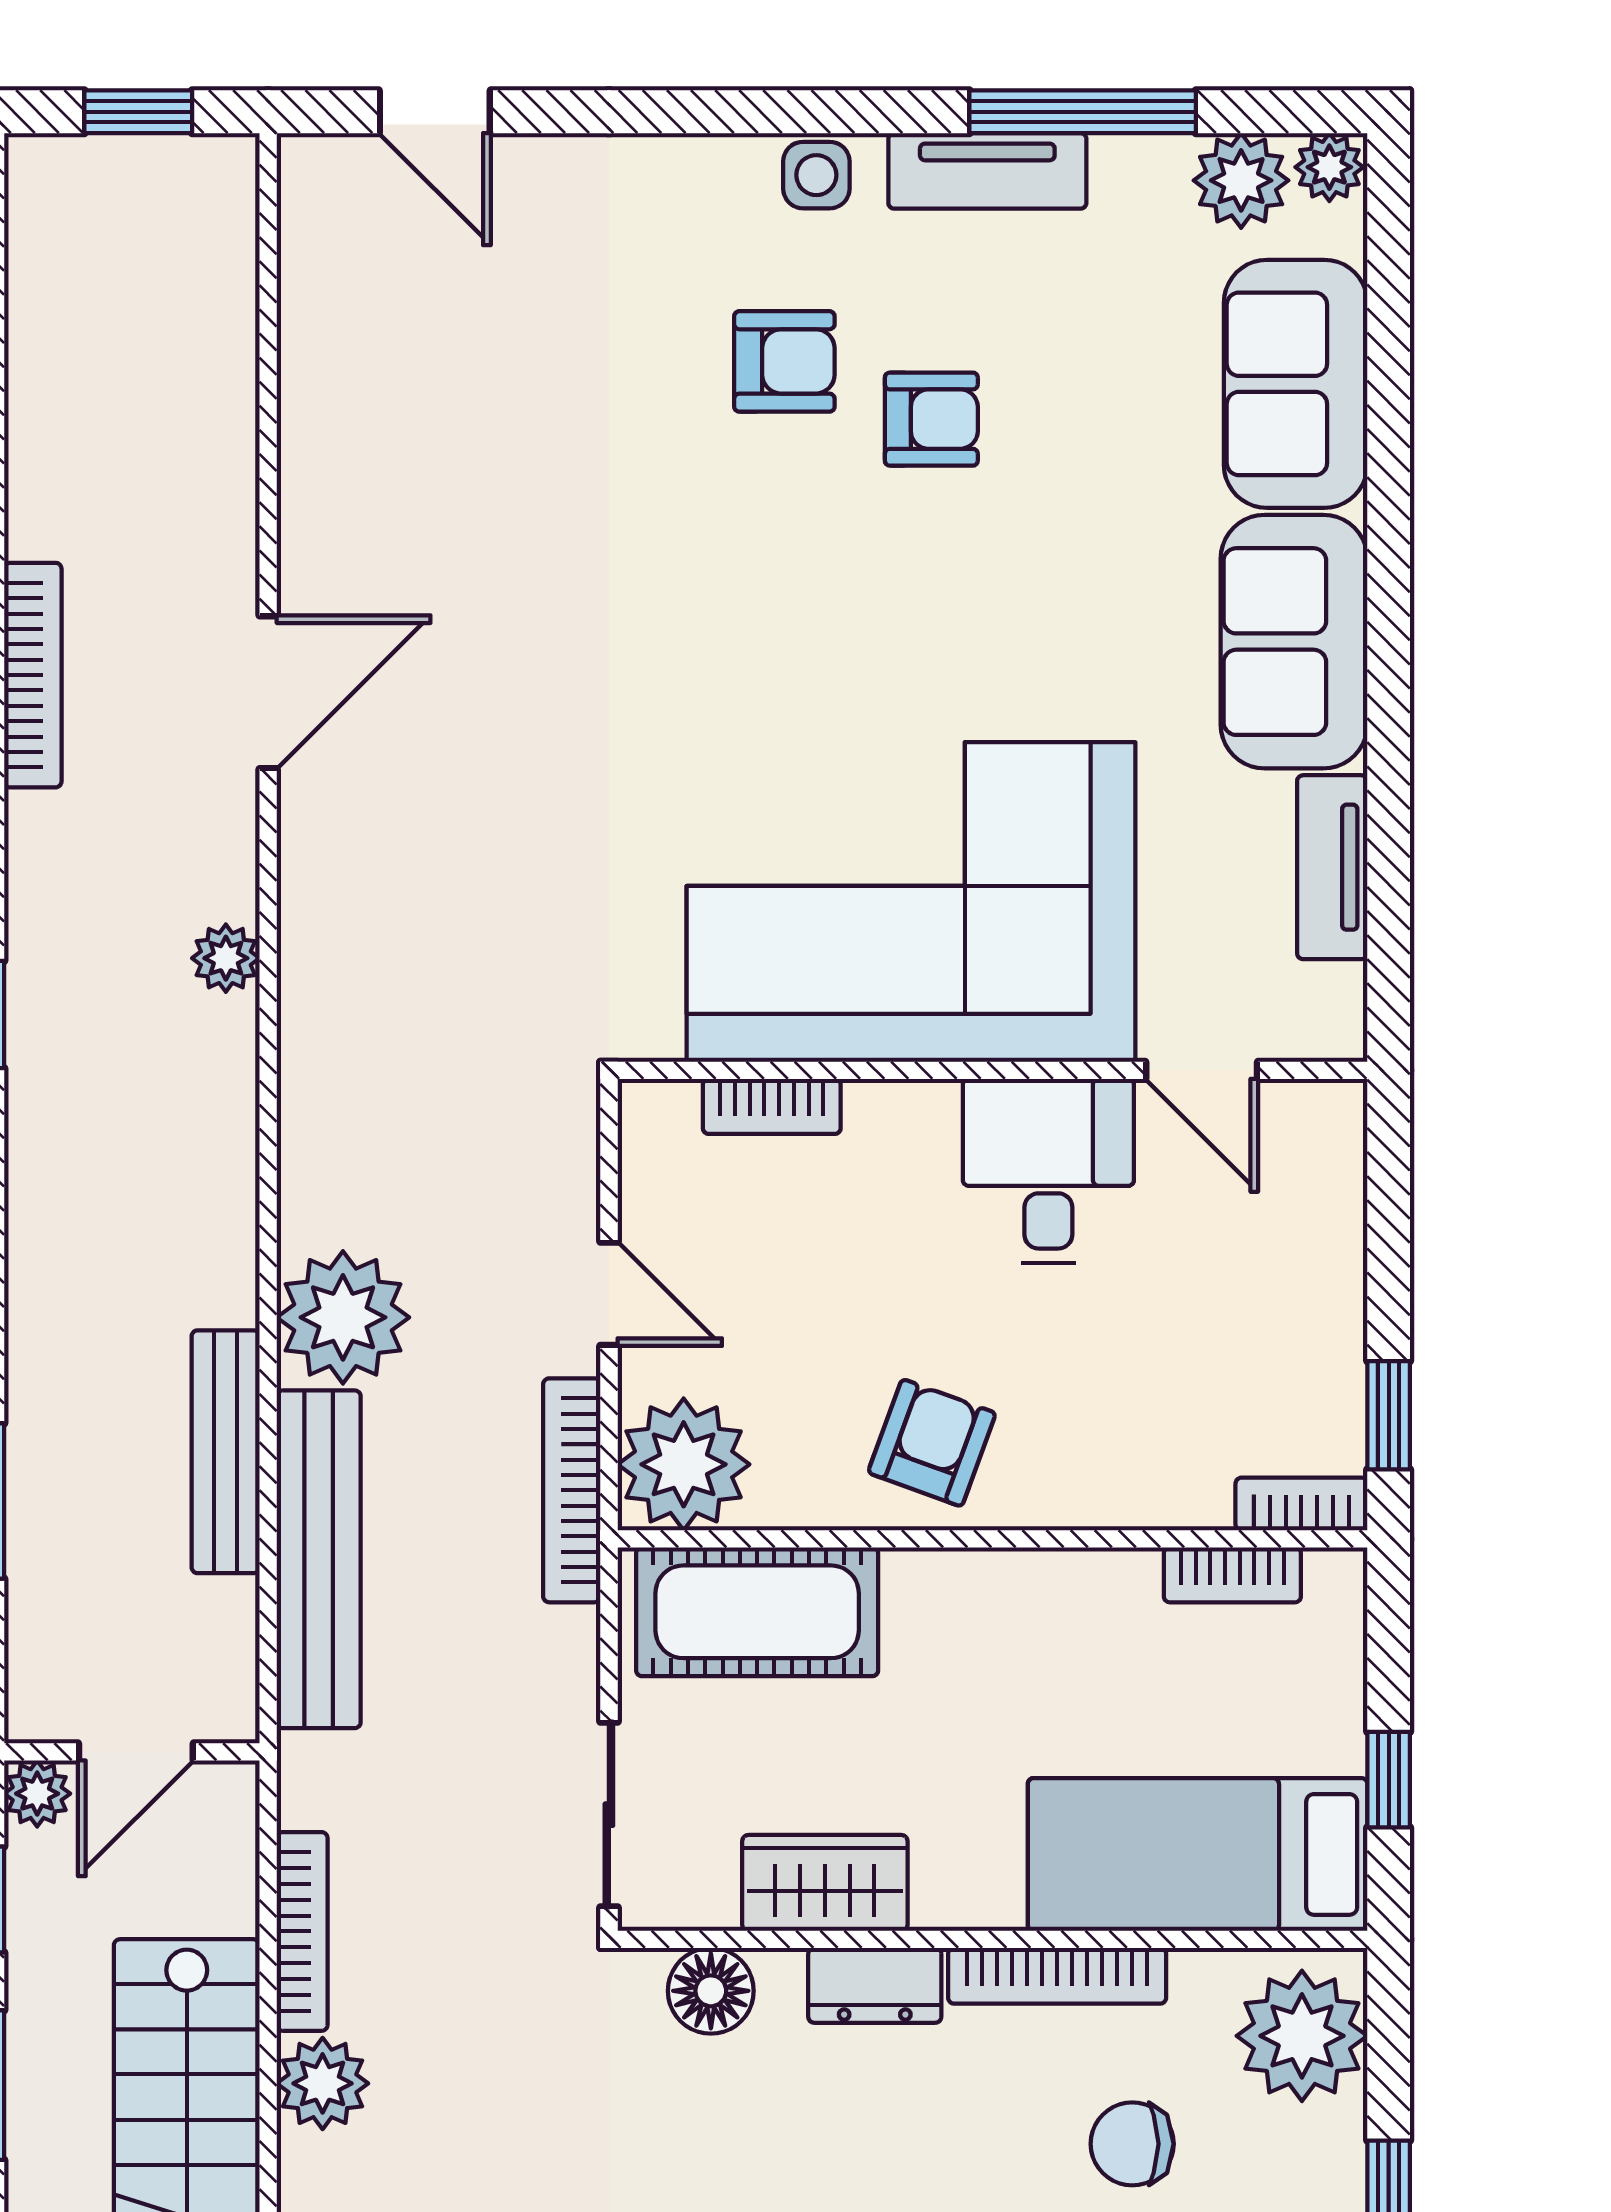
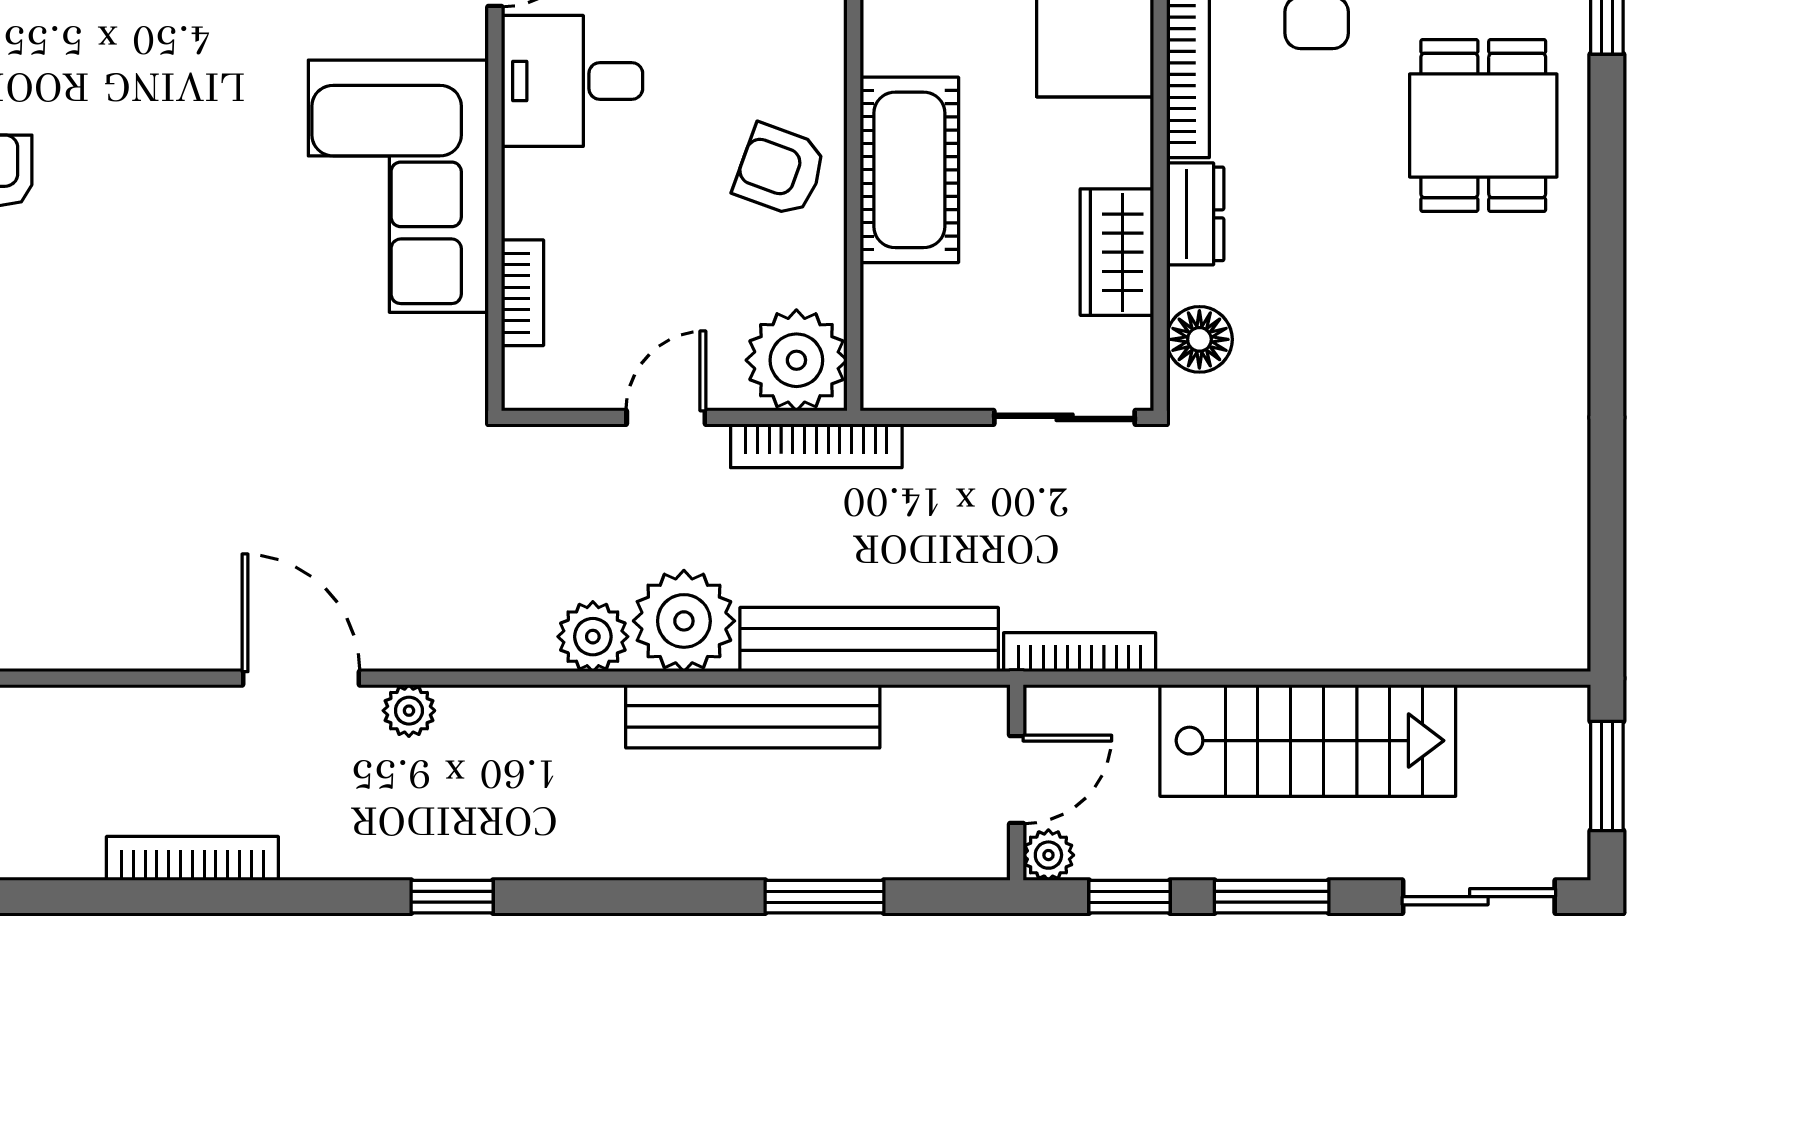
door: (268, 692) -> (301, 678), moved
corner sofa: (911, 902) -> (398, 186), width x0.73, depth x0.74
bench: (226, 1452) -> (753, 716), width x1.37, depth x1.21
cot: (757, 1612) -> (909, 170), moved
door: (136, 1752) -> (1017, 779), hinge flipped
bookcase: (302, 1931) -> (1080, 652), moved
plant: (323, 2083) -> (593, 637), moved

